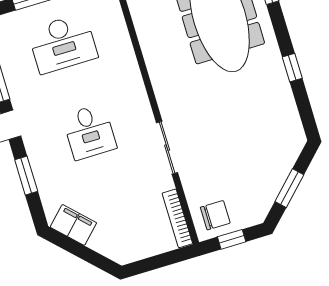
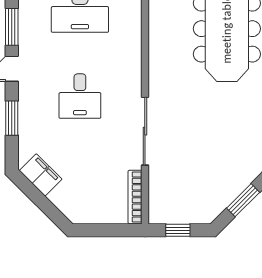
sliding door: (167, 148) -> (145, 131), width x1.37
chair: (215, 215) -> (170, 204), removed

